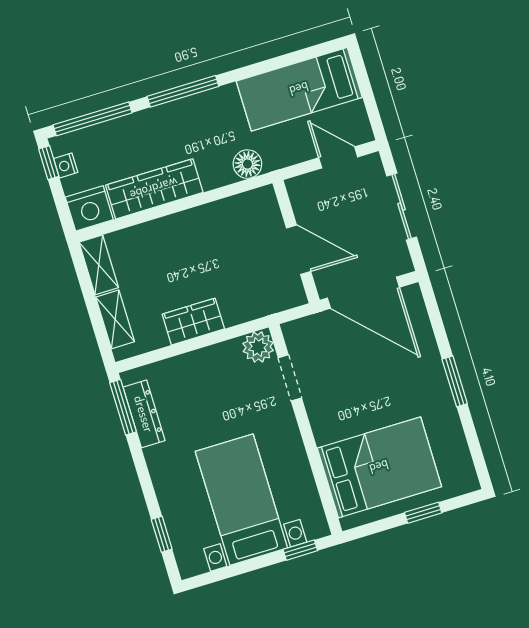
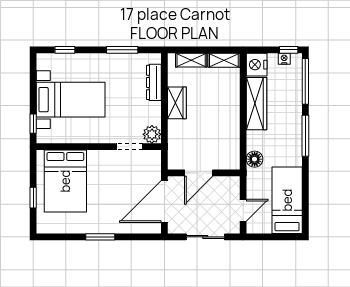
window: (123, 407) -> (122, 50), moved
dresser: (144, 414) -> (154, 82), moved, turned 90

